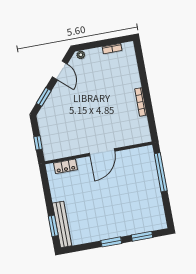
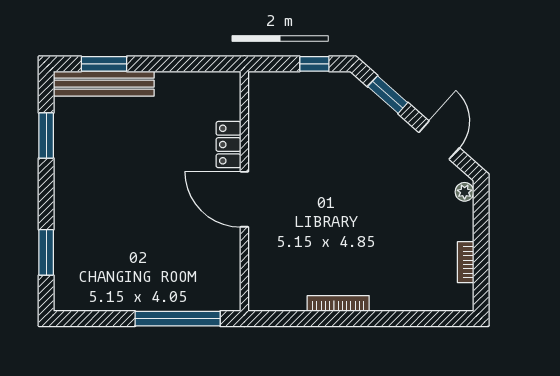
door: (60, 70) -> (439, 140), swing flipped
window: (38, 143) -> (314, 64), moved
locker: (65, 166) -> (228, 145), moved
window: (111, 242) -> (46, 135), moved

